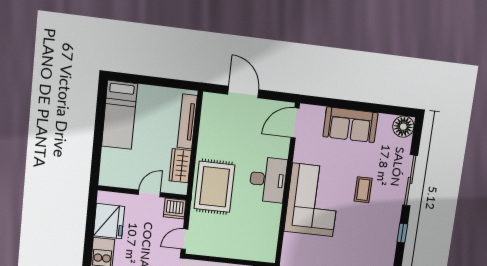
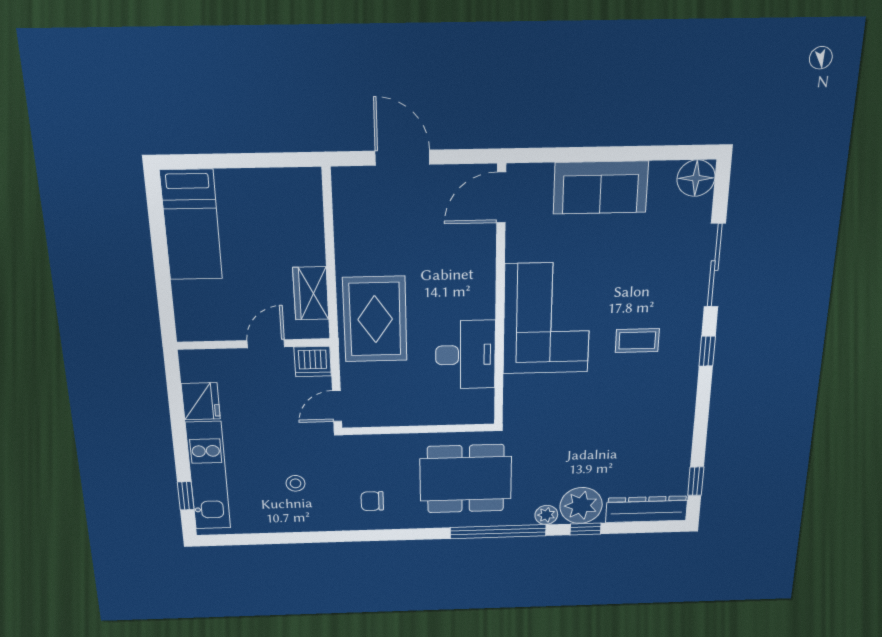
tv unit: (187, 122) -> (311, 220), removed
desk: (268, 180) -> (465, 355), moved
coffee table: (363, 190) -> (637, 340), moved, turned 90
fridge: (109, 221) -> (201, 401), width x0.73, depth x0.75

